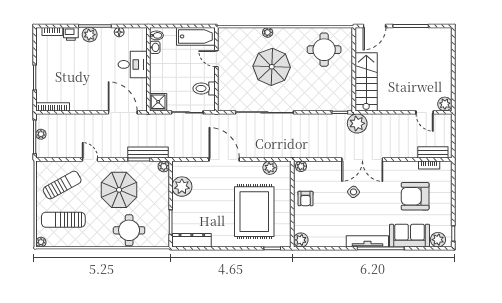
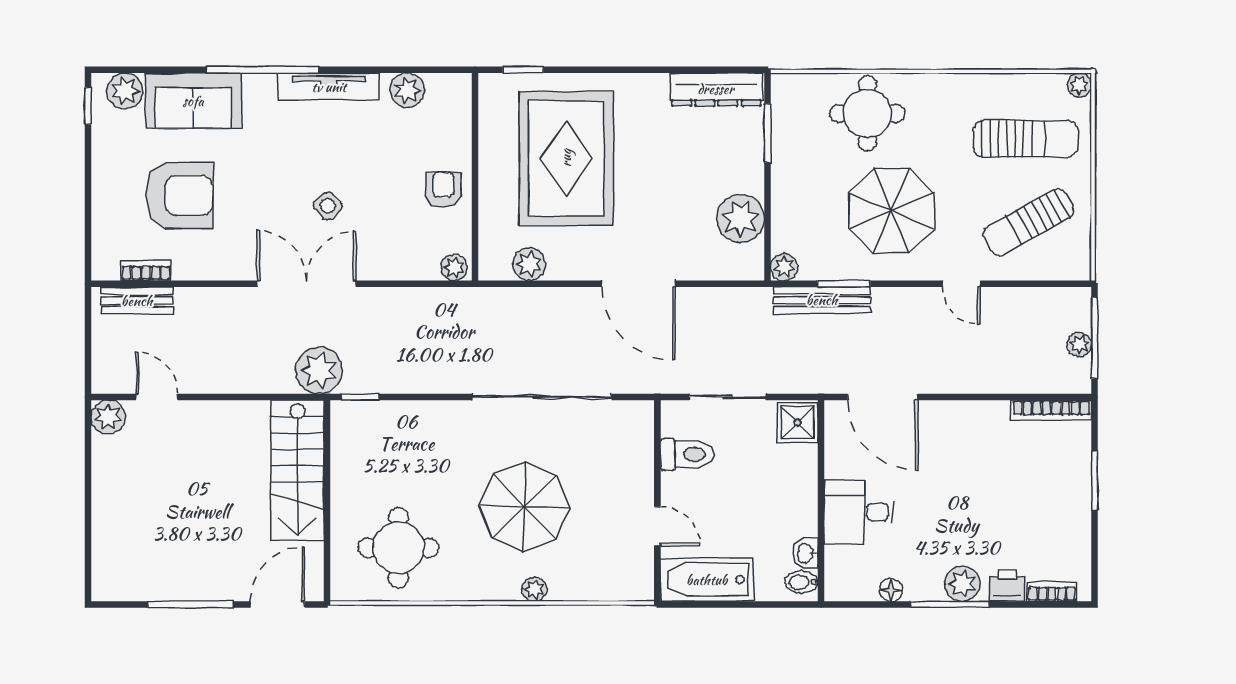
plant: (301, 240) -> (407, 90), moved
tv unit: (367, 241) -> (329, 87), moved

